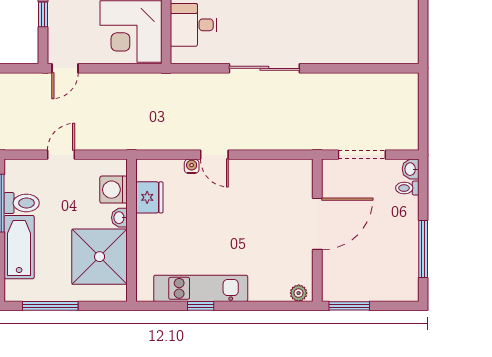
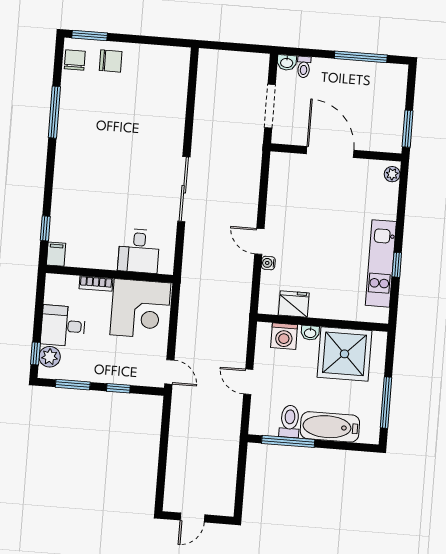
door: (214, 155) -> (259, 241), swing flipped

